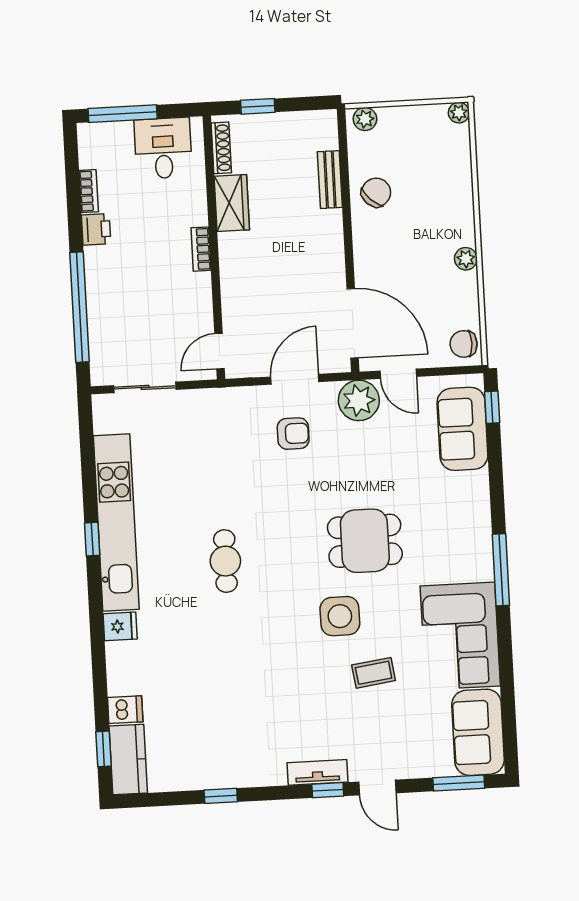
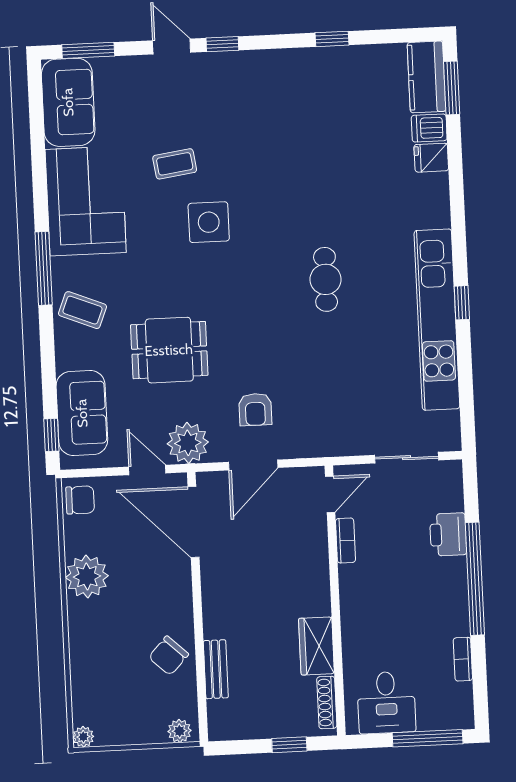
printer: (96, 229) -> (448, 534), moved, width x1.36, depth x1.24
bookcase: (201, 249) -> (345, 540), moved
plant: (466, 259) -> (87, 577), width x1.87, depth x1.87
window: (80, 307) -> (475, 579), moved
armchair: (293, 434) -> (255, 409), turned -90
coffee table: (463, 529) -> (83, 310), added
dining table: (365, 541) -> (169, 350), moved
fridge: (120, 626) -> (431, 158), moved
window: (103, 749) -> (452, 88), width x1.50
tv unit: (317, 772) -> (233, 62), removed

